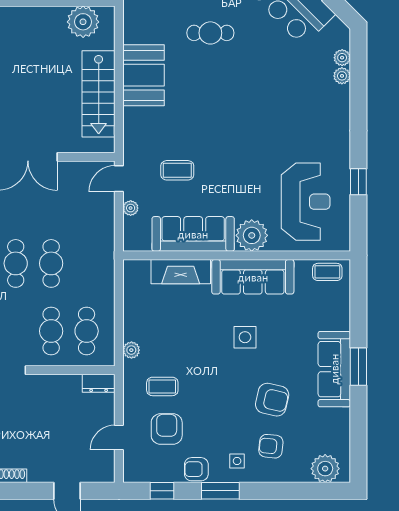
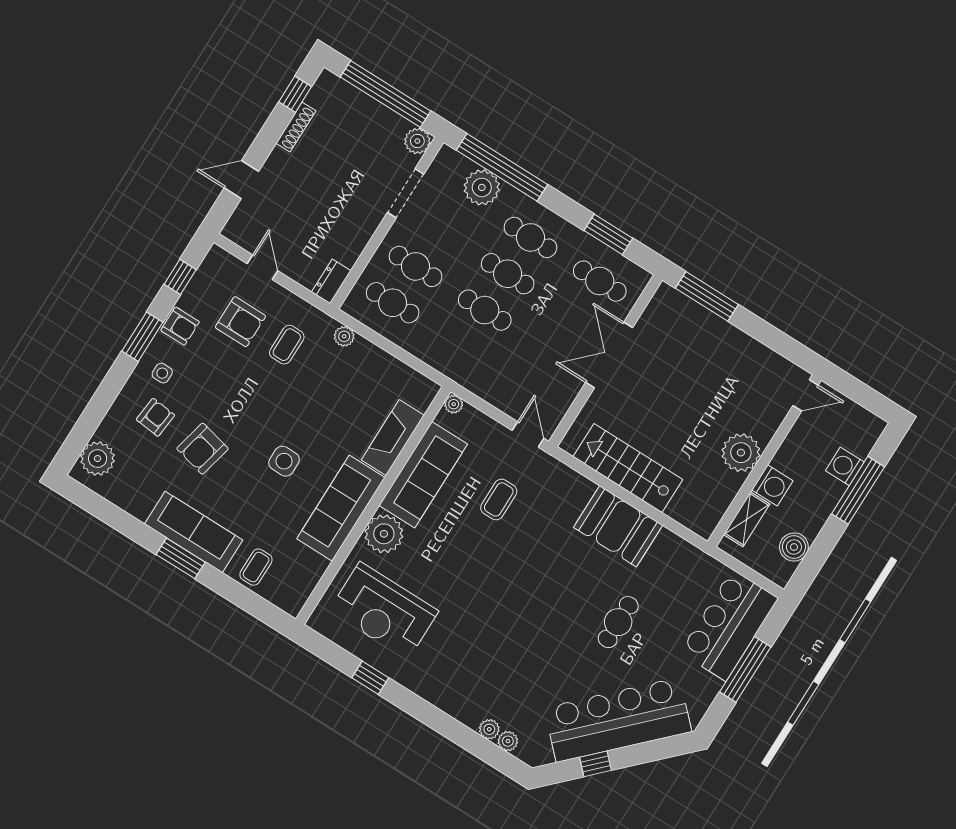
plant: (83, 22) -> (741, 453), moved
plant: (131, 208) -> (454, 404), moved
coffee table: (327, 272) -> (256, 567), moved
armchair: (196, 469) -> (180, 326), turned 90

